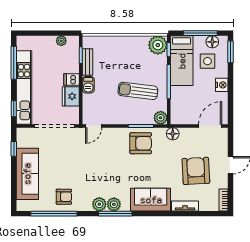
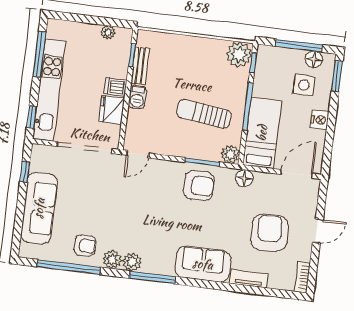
bed: (182, 61) -> (262, 133), moved, turned 180
plant: (114, 204) -> (112, 260), moved

